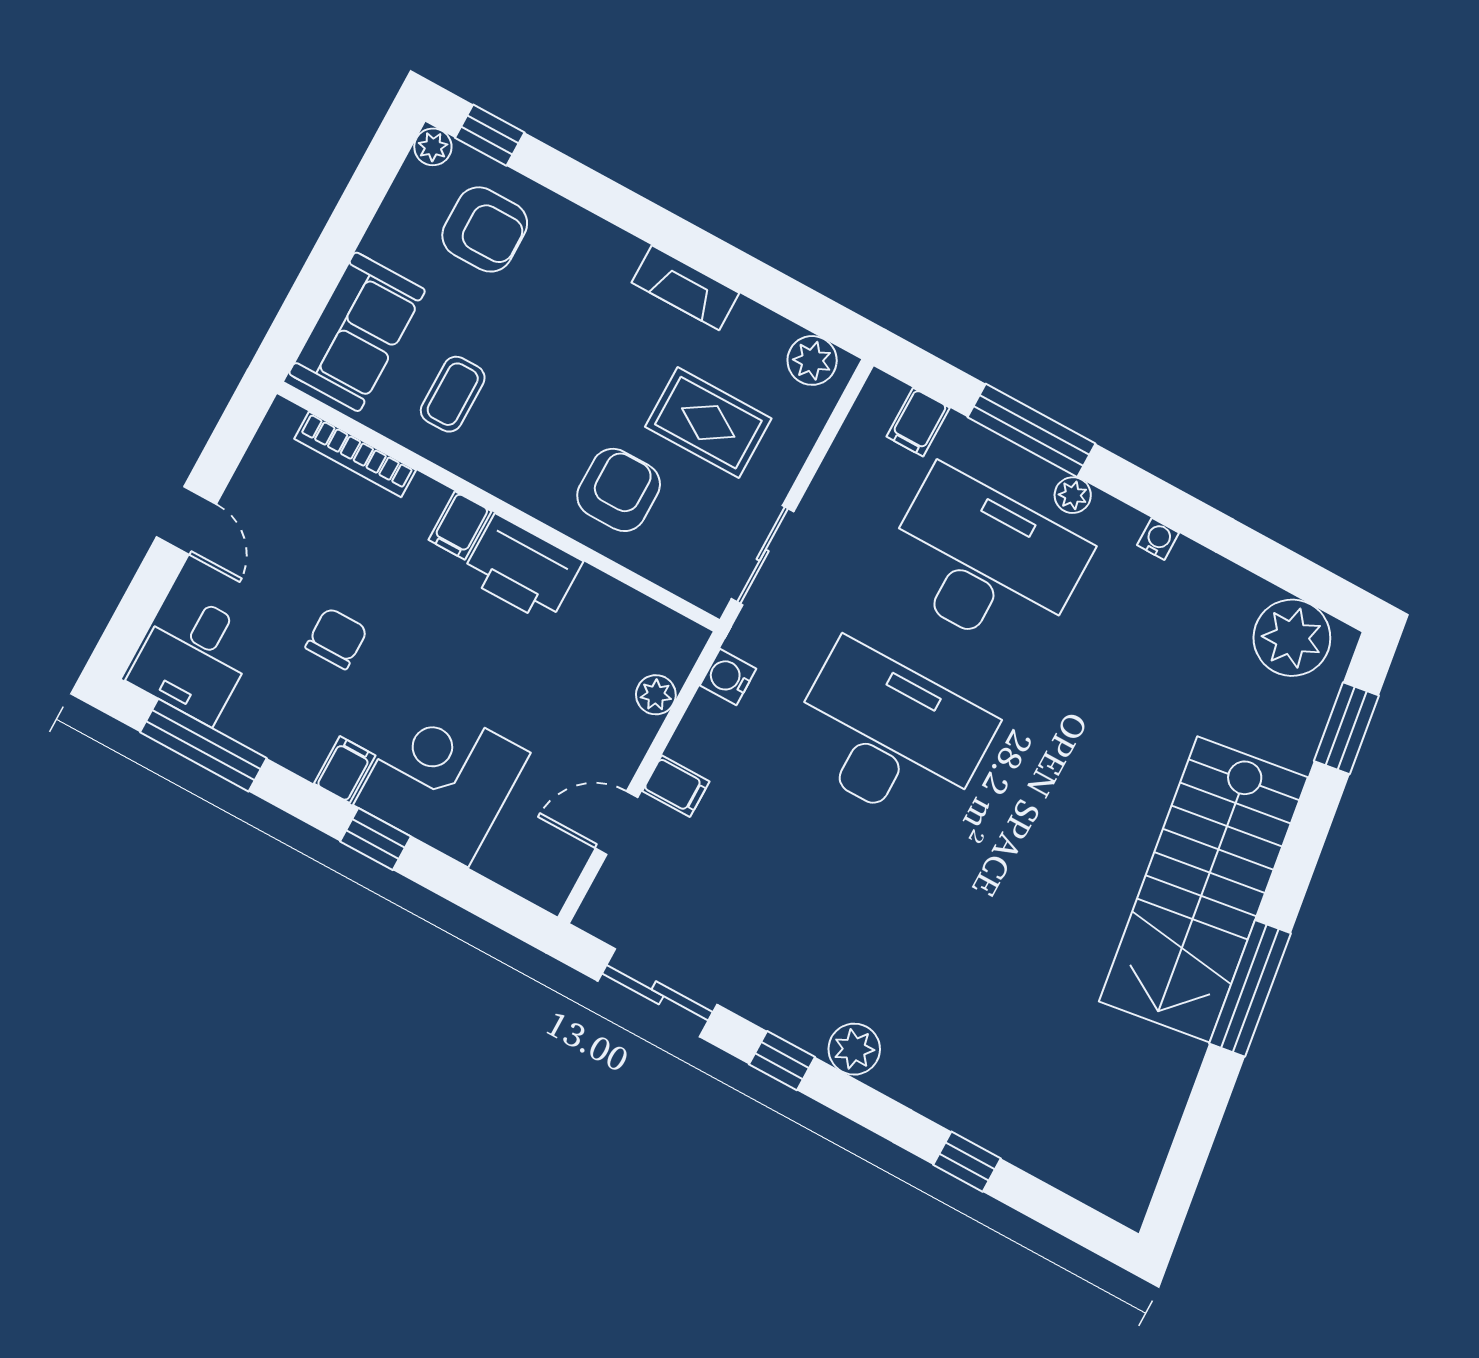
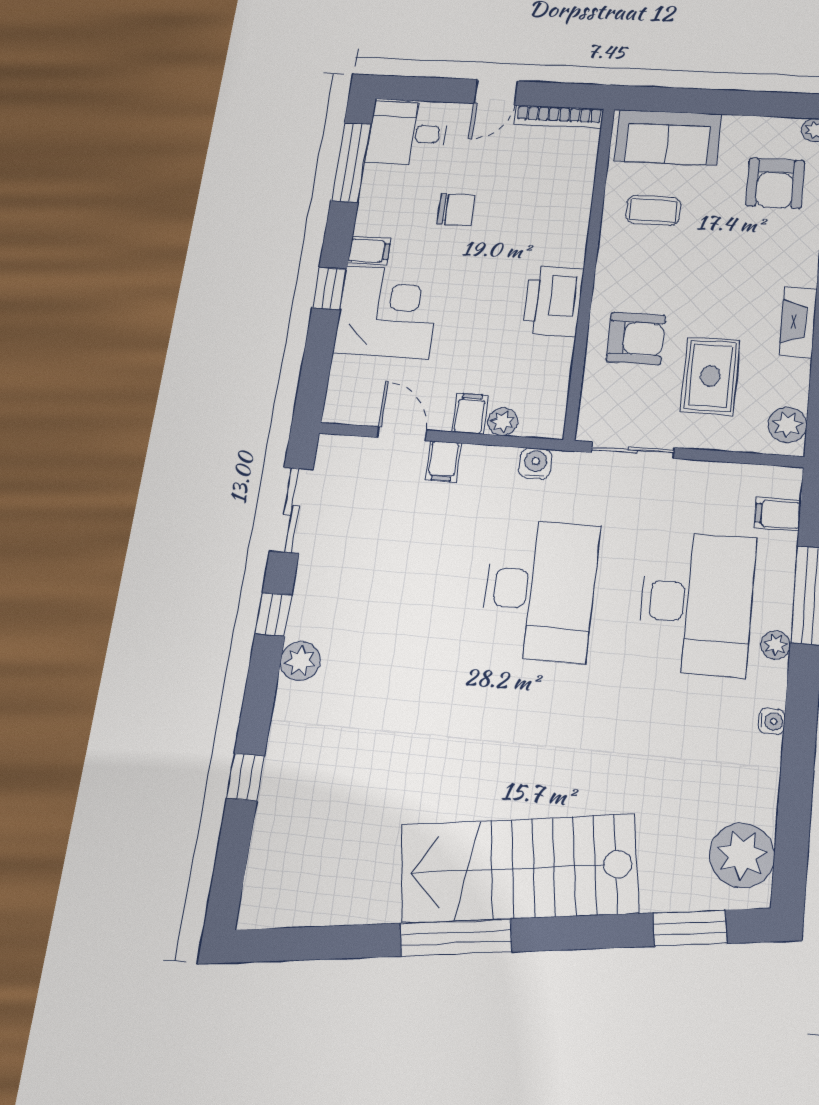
bookcase: (355, 454) -> (559, 117), moved, turned -90
filing cabinet: (460, 525) -> (470, 414), moved, turned 90

